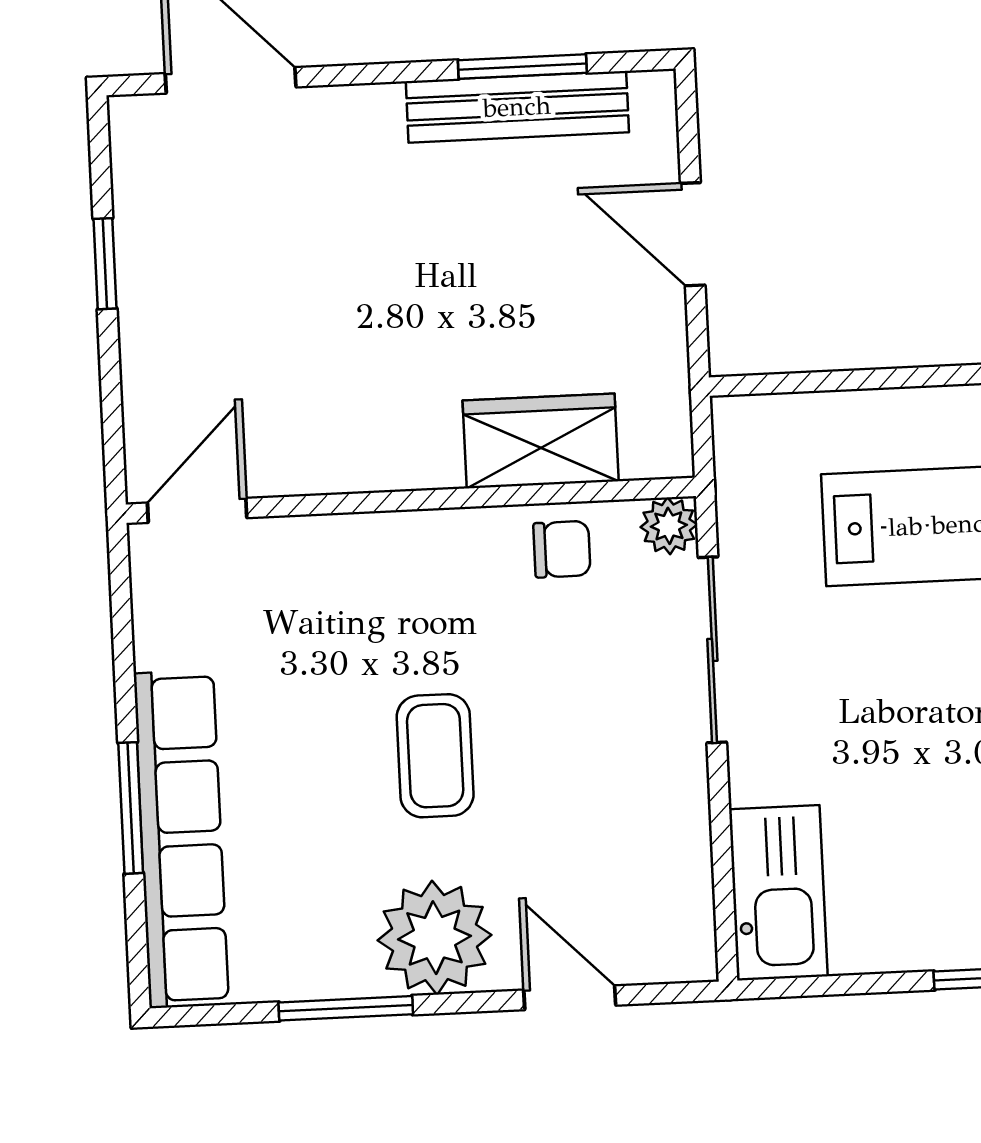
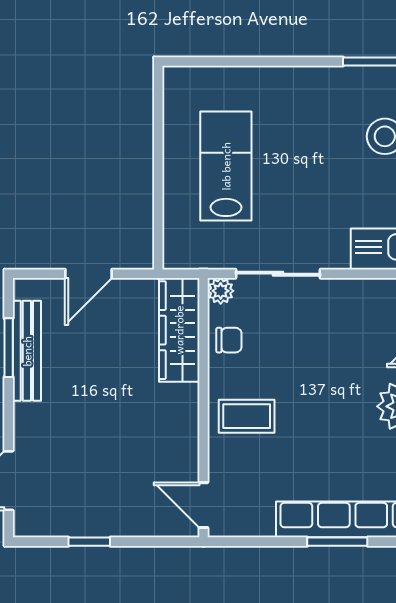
wardrobe: (541, 441) -> (179, 330), width x1.50
chair: (562, 549) -> (229, 340), turned 90
coffee table: (435, 756) -> (247, 416), moved

